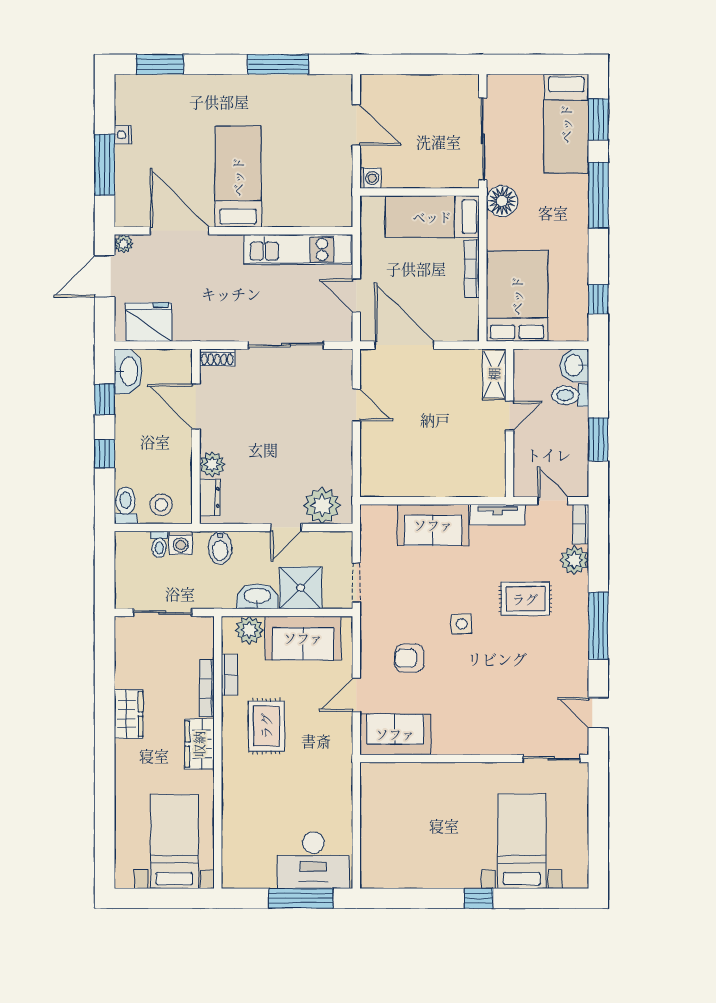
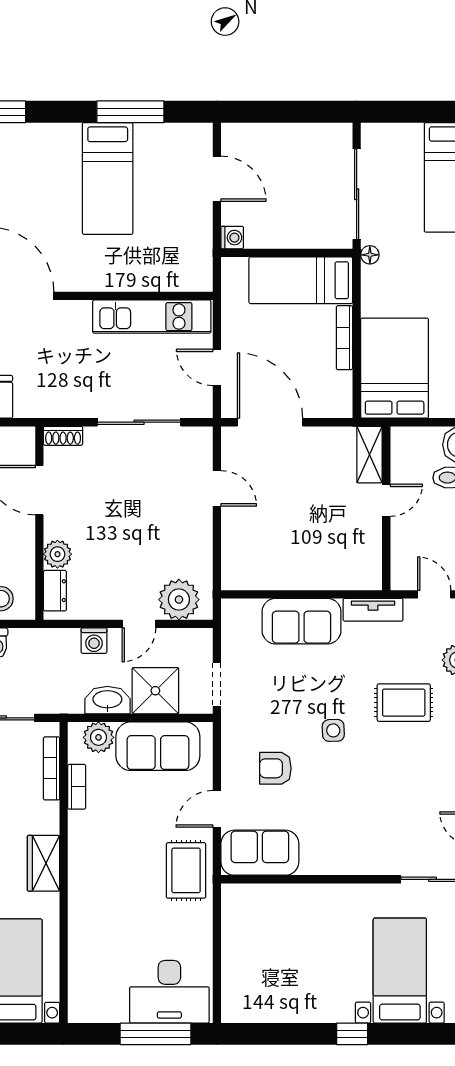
bed: (238, 177) -> (108, 178), moved, turned 180
floor lamp: (502, 201) -> (370, 255), width x0.53, depth x0.53
washing machine: (181, 543) -> (94, 641), moved
bidet: (220, 548) -> (66, 646), removed
bookcase: (207, 688) -> (52, 768), moved
rug: (266, 726) -> (186, 870), moved

